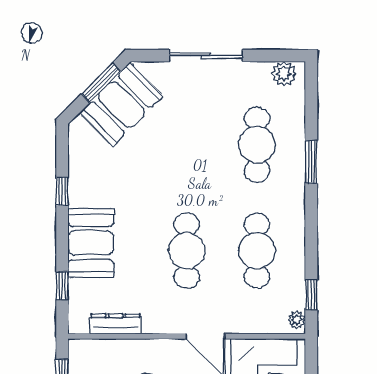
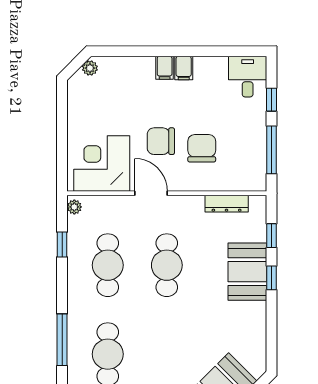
window: (311, 162) -> (62, 340), width x1.44
window: (62, 191) -> (271, 278), moved
window: (311, 295) -> (62, 244), moved

